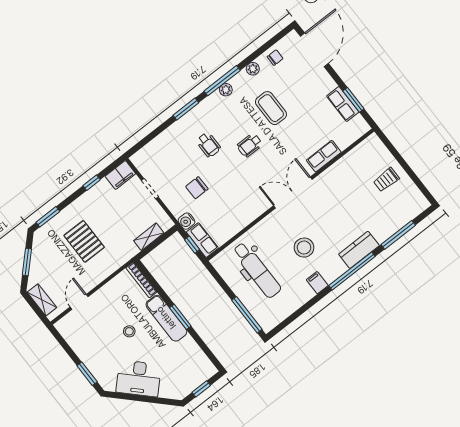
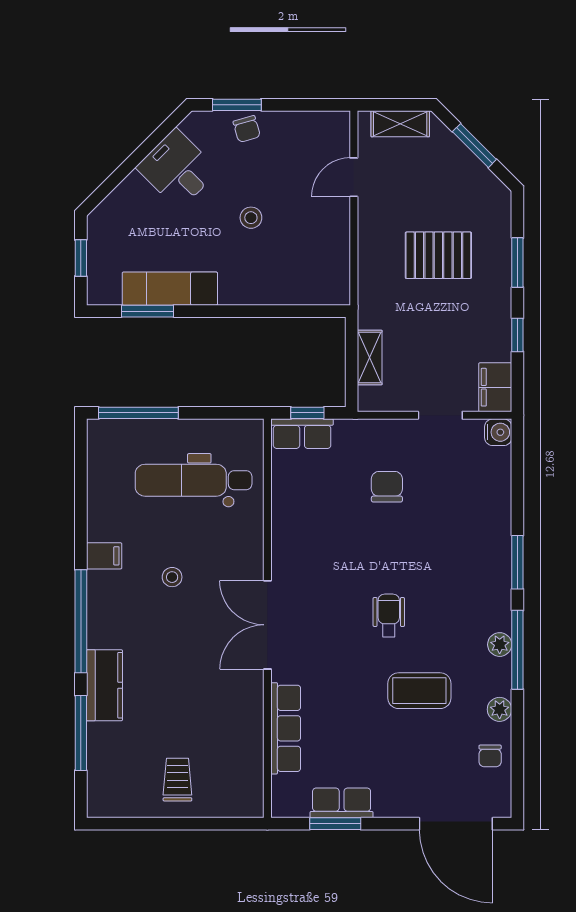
wheelchair: (209, 145) -> (437, 554), removed
row of seats: (324, 156) -> (286, 728), width x1.48
double door: (293, 192) -> (267, 625), swing flipped
window: (48, 217) -> (517, 263), moved
water cooler: (187, 221) -> (498, 432), moved, turned 90
stool: (304, 248) -> (172, 577), width x0.53, depth x0.53
kitchen counter: (359, 250) -> (104, 685), moved
bookcase: (141, 280) -> (314, 296), removed
door: (79, 302) -> (354, 177), swing flipped
window: (180, 317) -> (147, 311), moved
exam couch: (166, 318) -> (170, 289), moved
chair: (94, 362) -> (247, 129), added
desk: (139, 378) -> (177, 169), width x0.73

